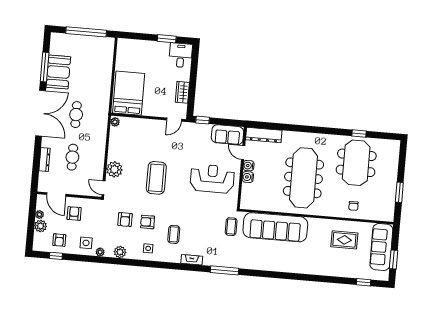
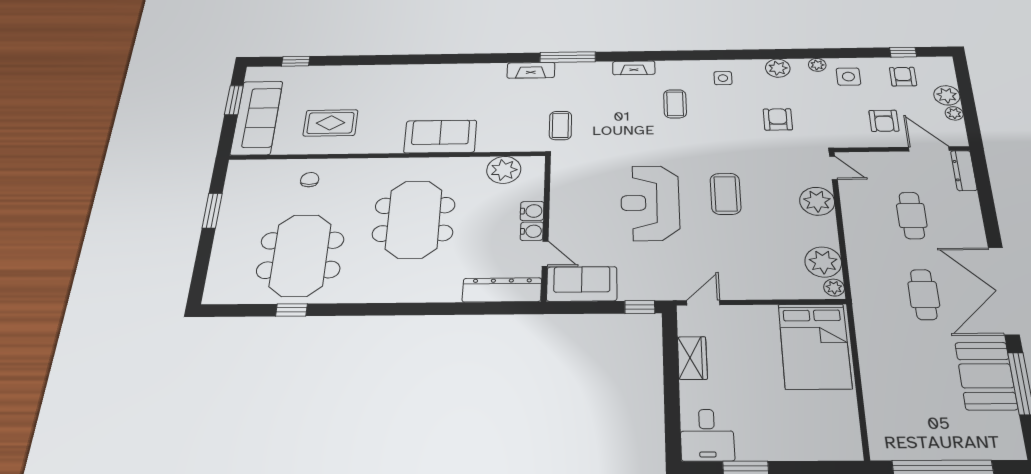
plant: (117, 136) -> (823, 262), added
dresser: (45, 160) -> (964, 171), moved
coffee table: (156, 178) -> (726, 194), width x0.73, depth x0.76
meeting table: (303, 178) -> (414, 219), width x0.73
reception desk: (212, 179) -> (650, 203), moved, turned 90
plant: (260, 202) -> (504, 170), added
armchair: (148, 222) -> (731, 119), removed
sofa: (275, 227) -> (440, 137), width x0.54, depth x0.79
fireplace: (244, 264) -> (531, 70), added

